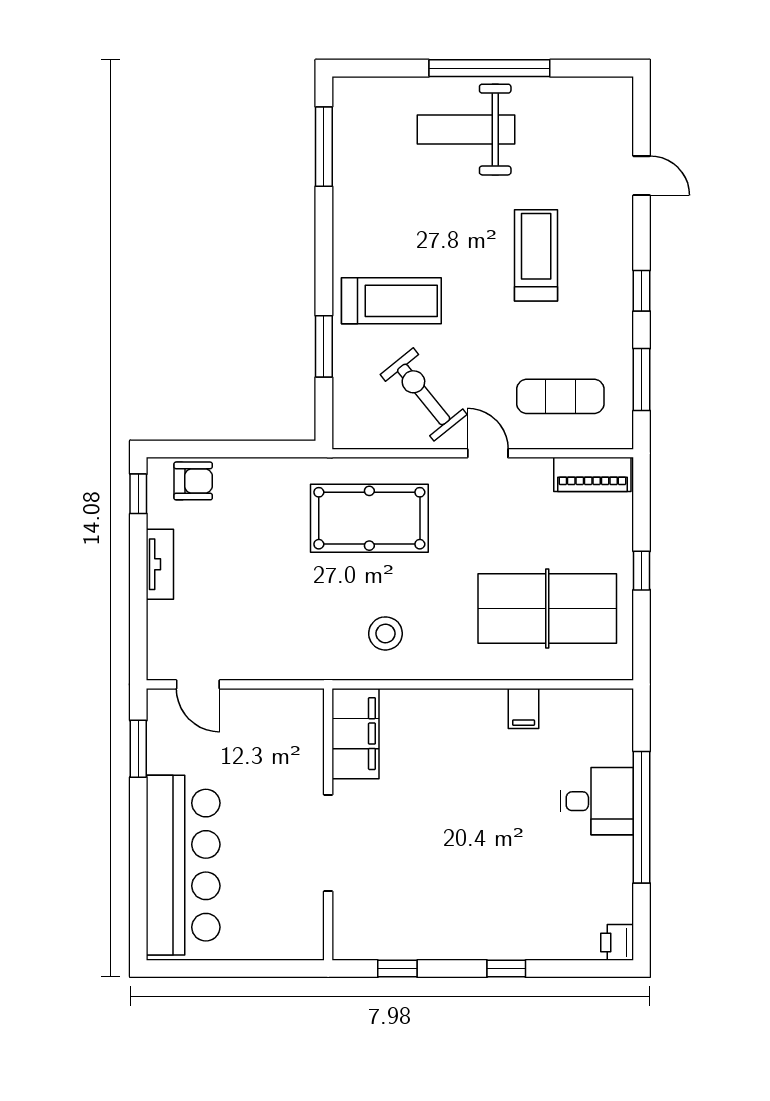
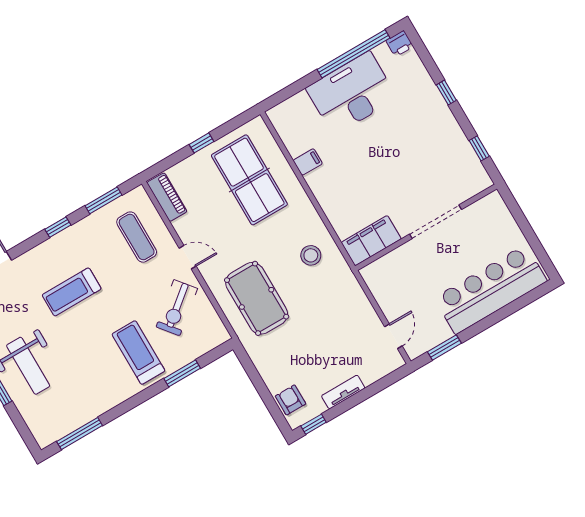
door: (488, 453) -> (188, 257), swing flipped
desk: (597, 801) -> (352, 93), width x1.87, depth x1.30
window: (642, 817) -> (353, 54), moved

